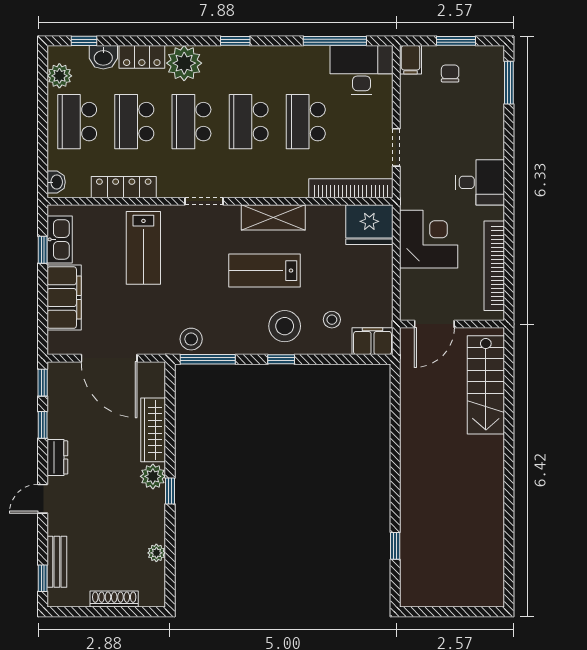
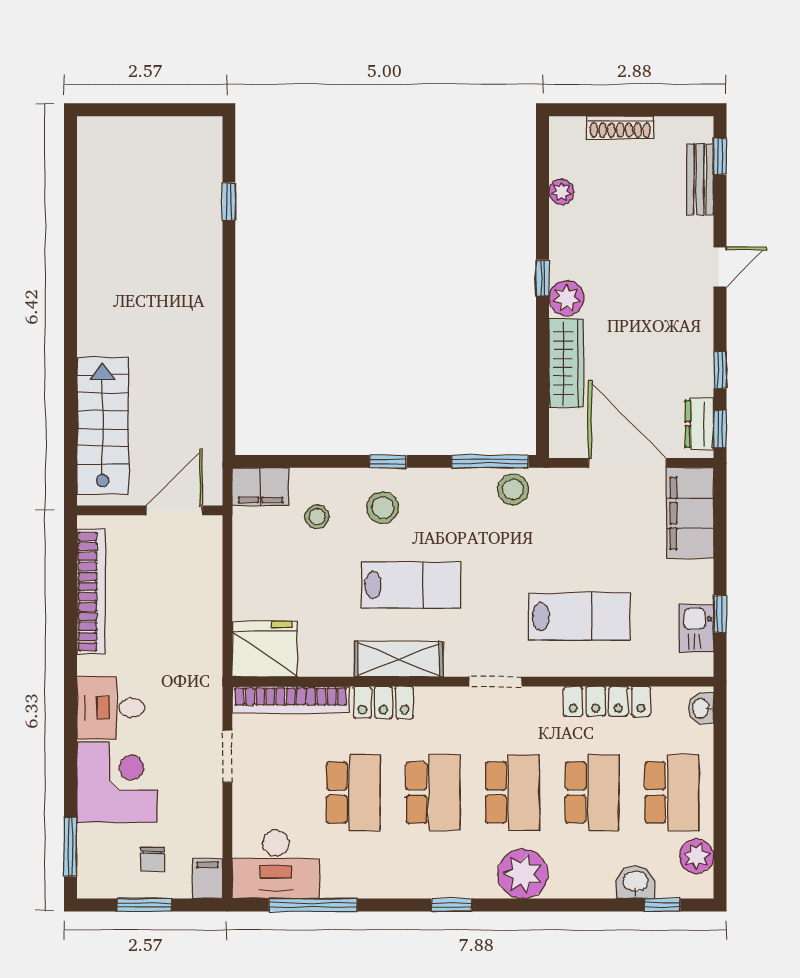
locker: (142, 57) -> (383, 702), moved, turned 180
kitchen sink: (60, 239) -> (696, 628), width x0.73
corner desk: (429, 239) -> (117, 782), moved, turned 180
lab bench: (143, 248) -> (580, 617), turned 90
filing cabinet: (64, 298) -> (690, 513), moved
stool: (285, 326) -> (383, 508), width x0.73, depth x0.73
dresser: (57, 457) -> (699, 424), moved

